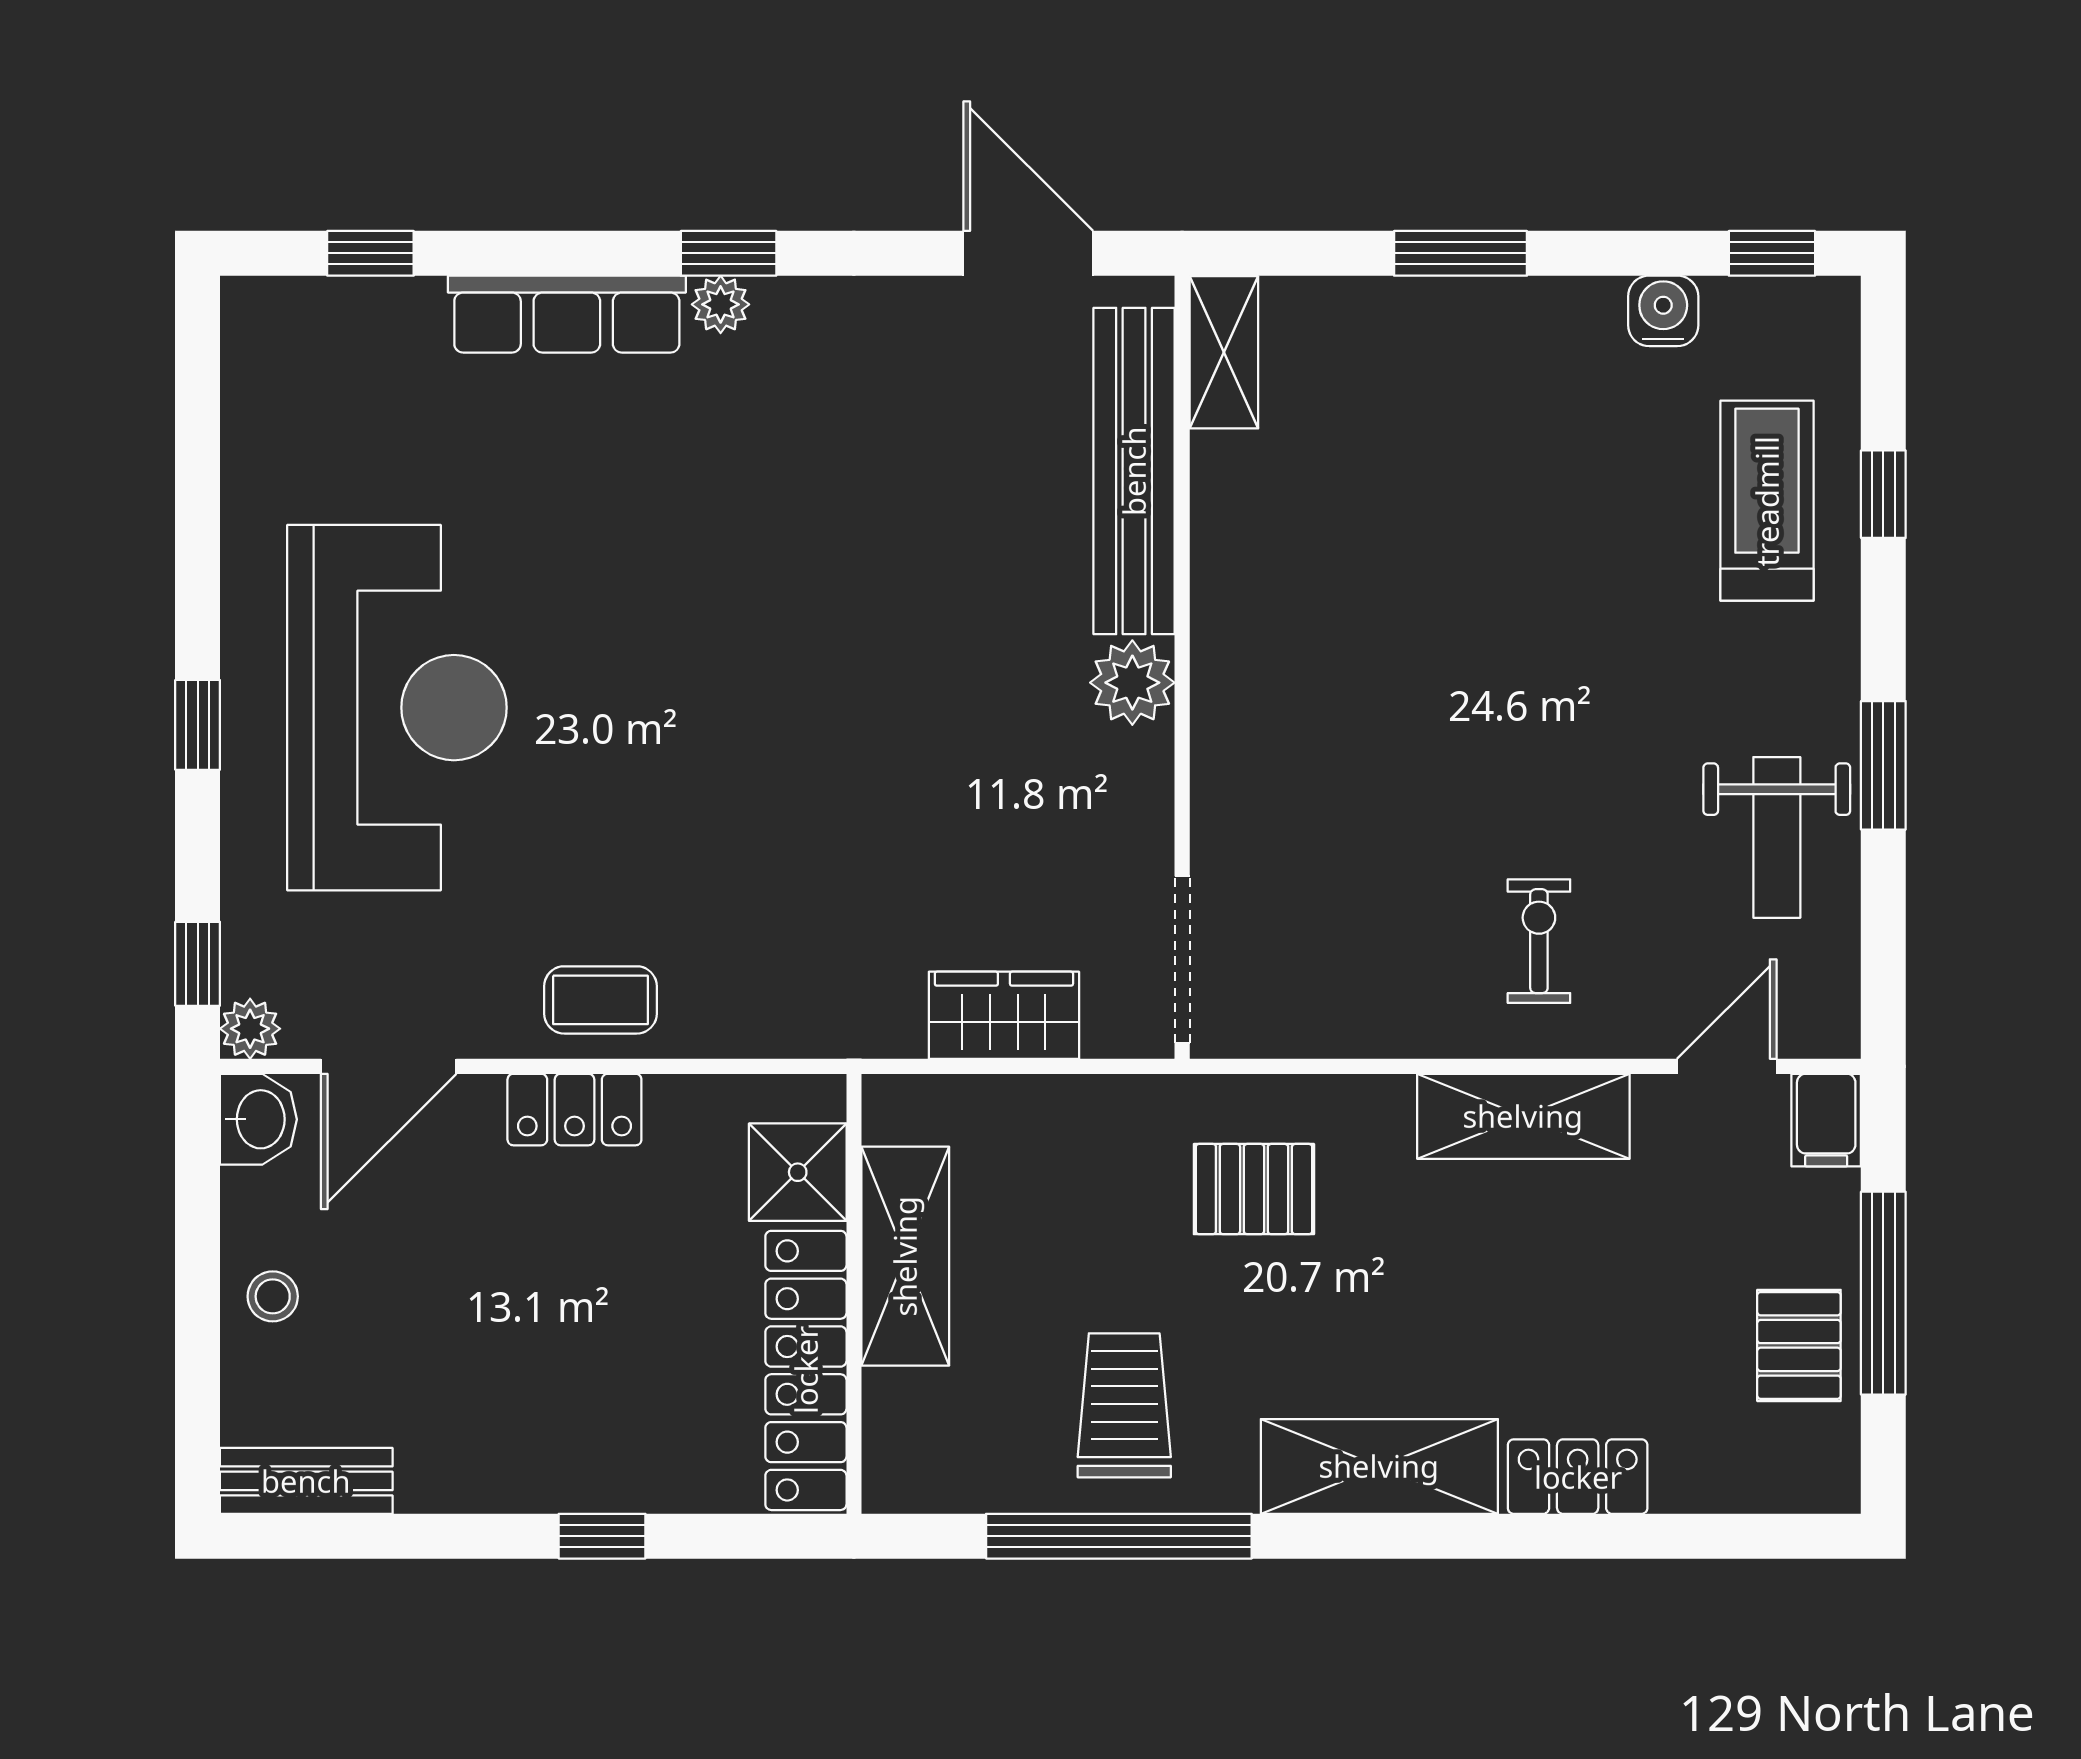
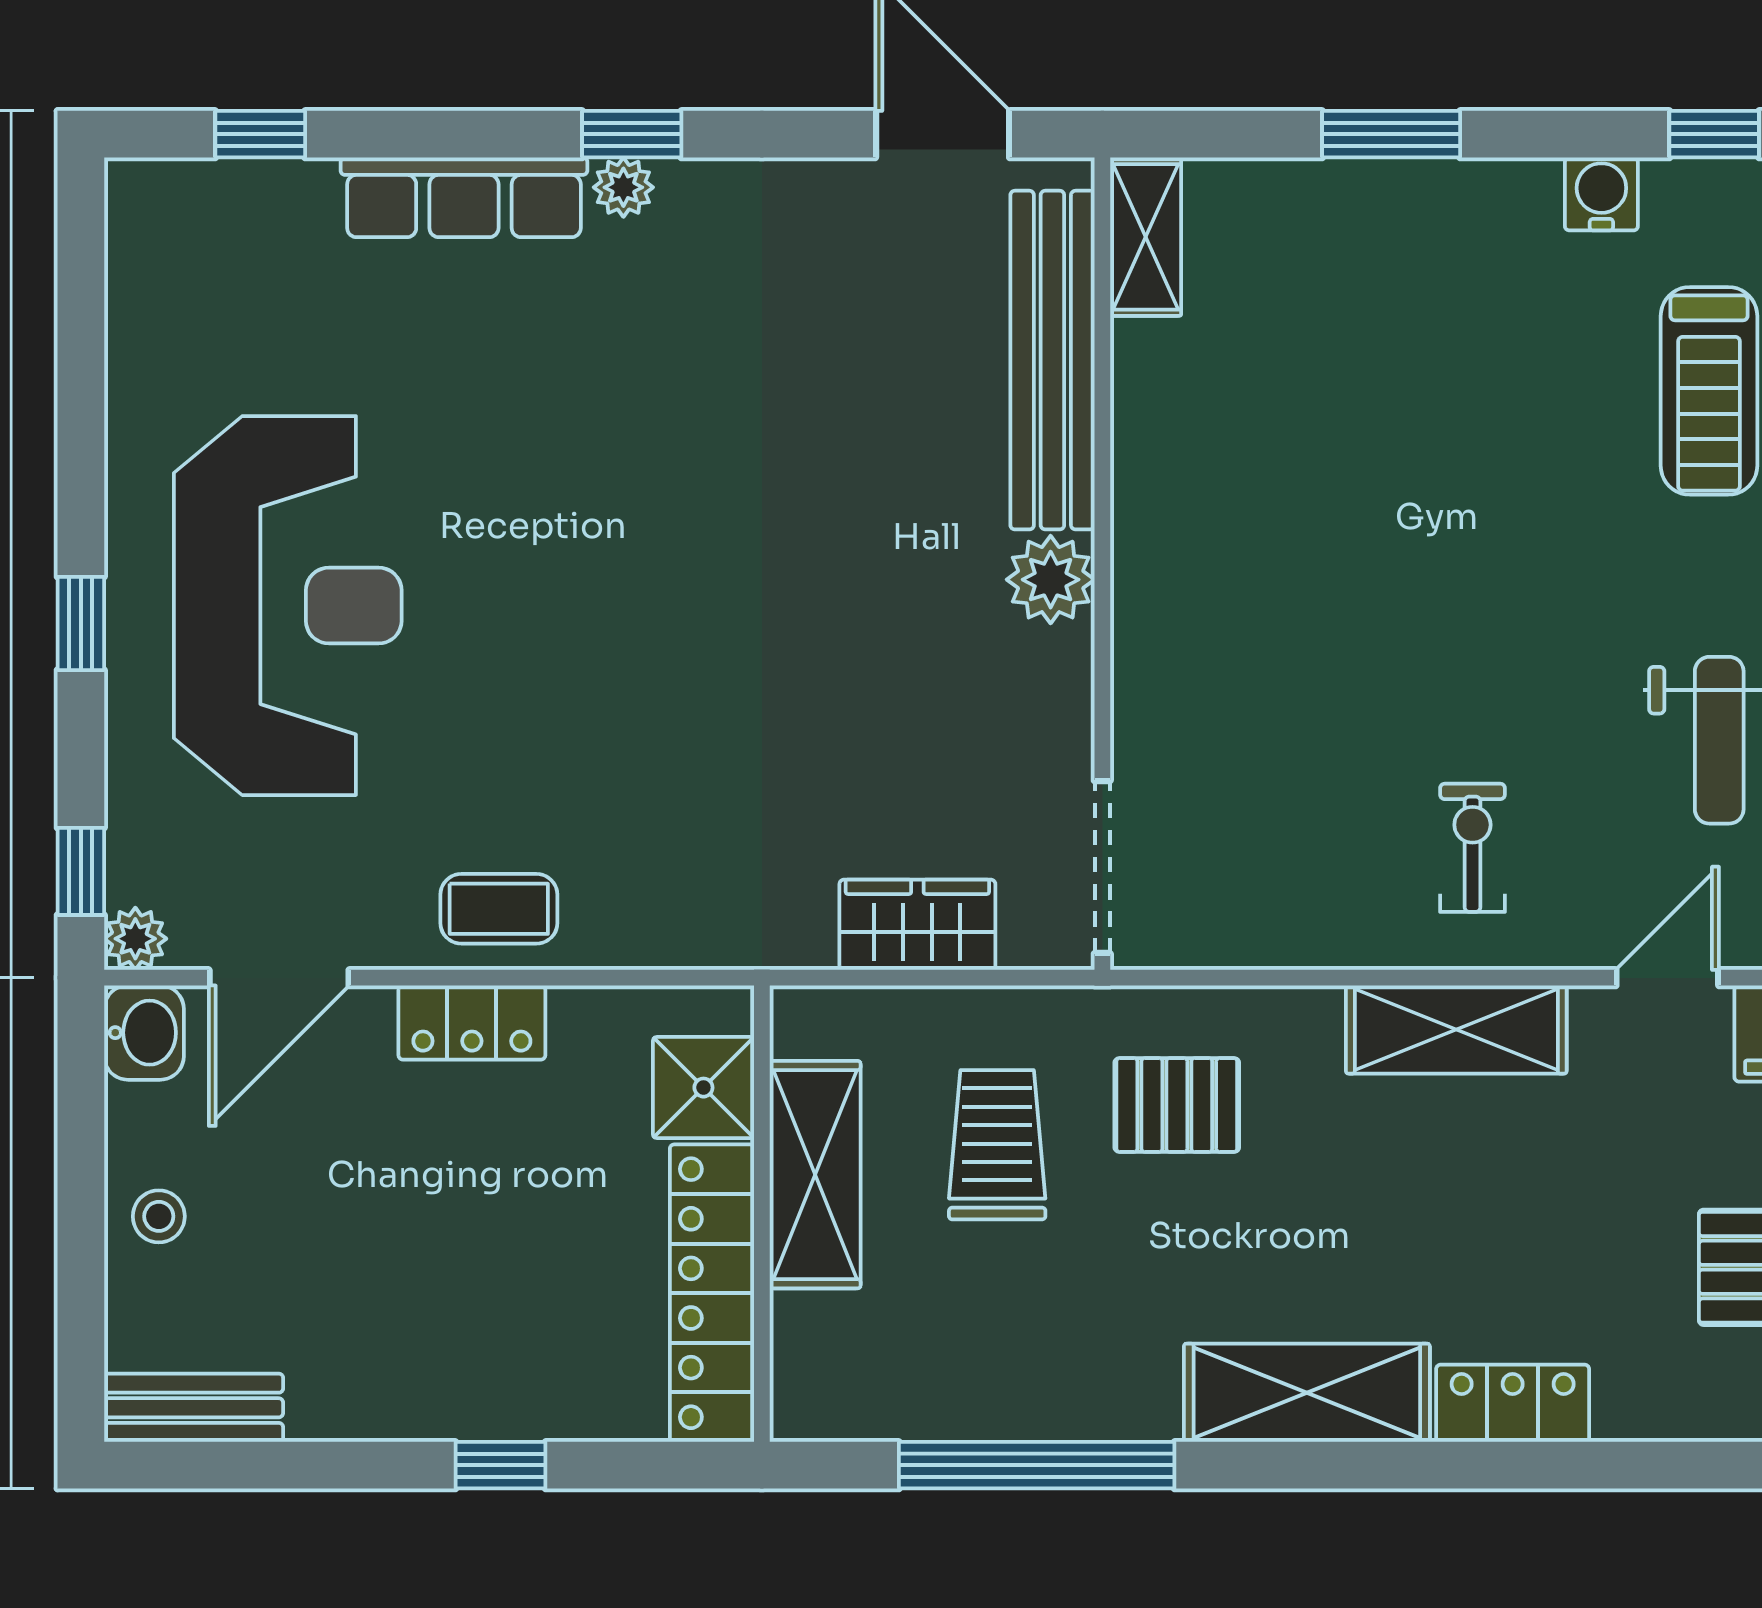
treadmill: (1767, 501) -> (1709, 391), turned 180
trolley: (1124, 1405) -> (997, 1145), moved

